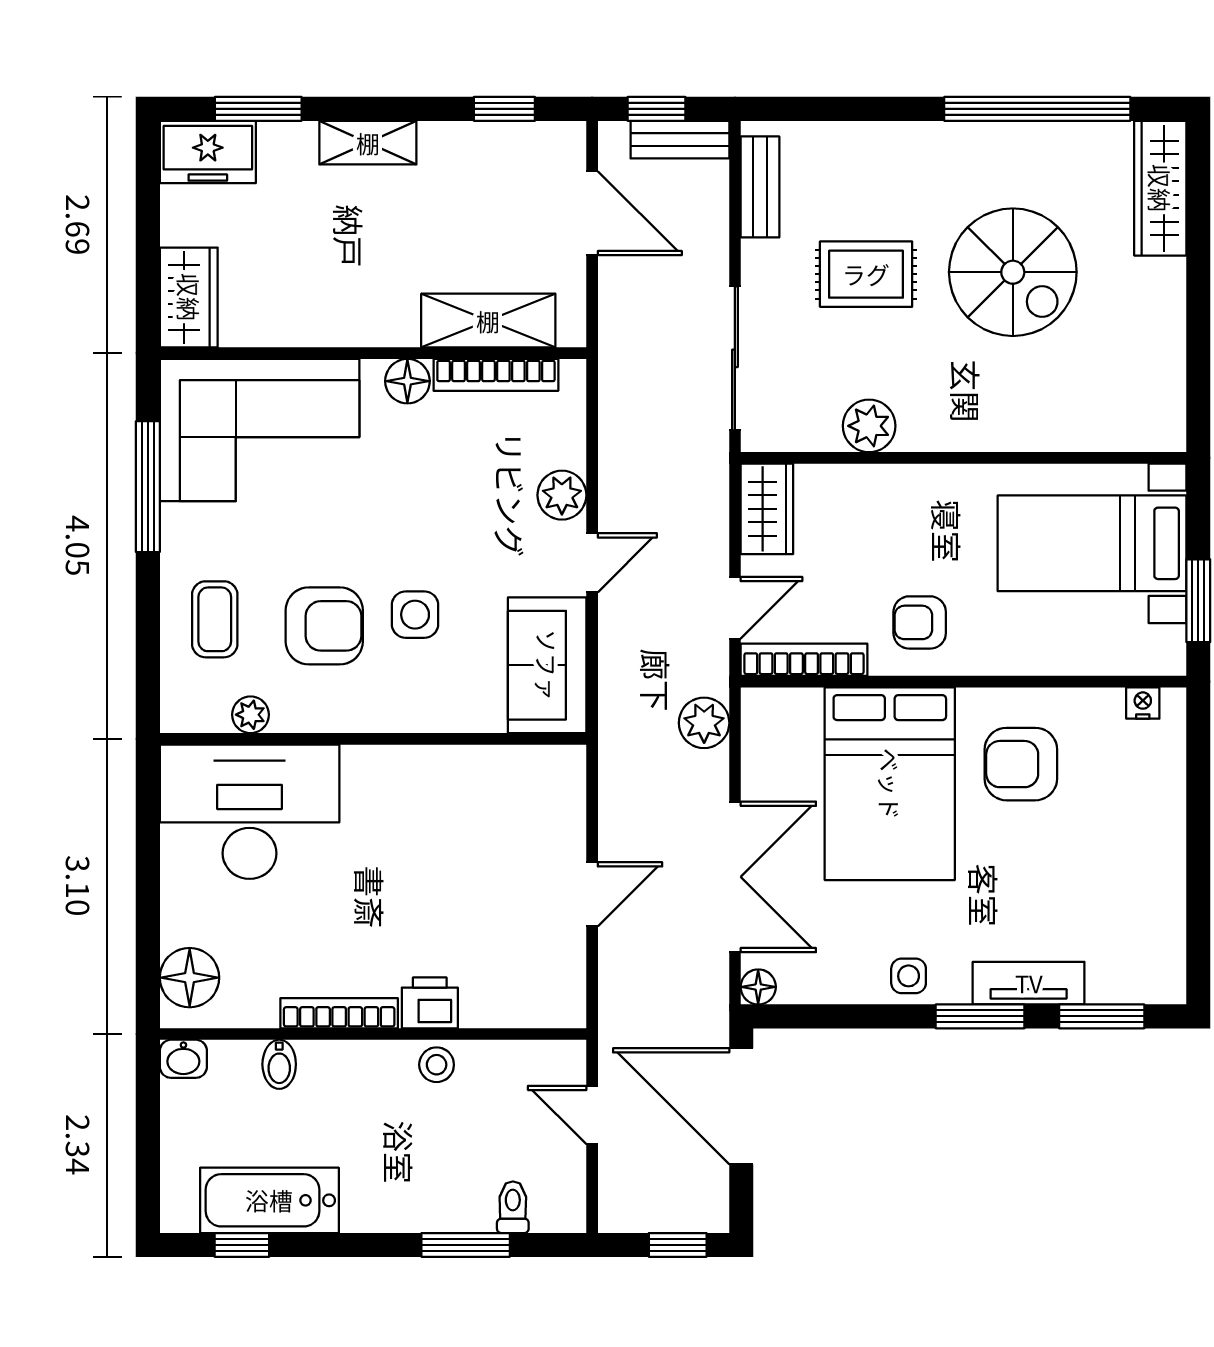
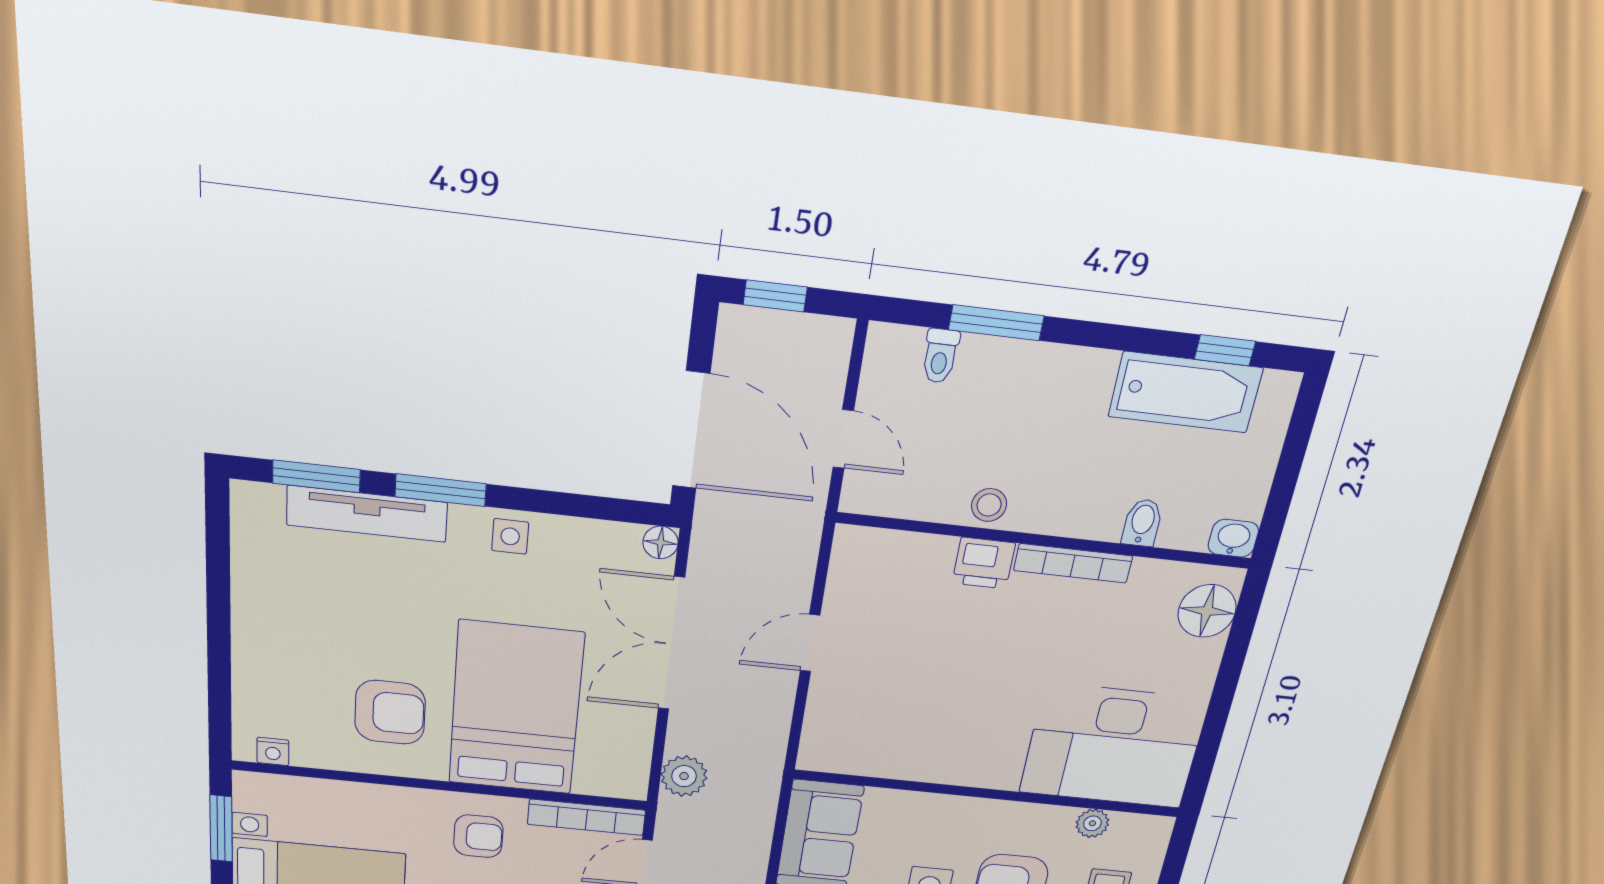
tv unit: (1029, 983) -> (367, 514), width x1.41

